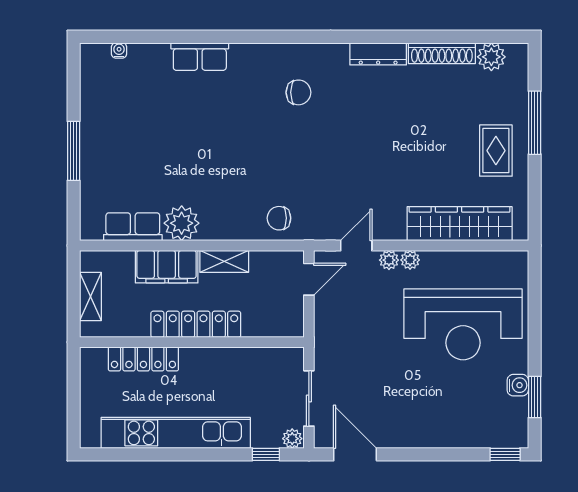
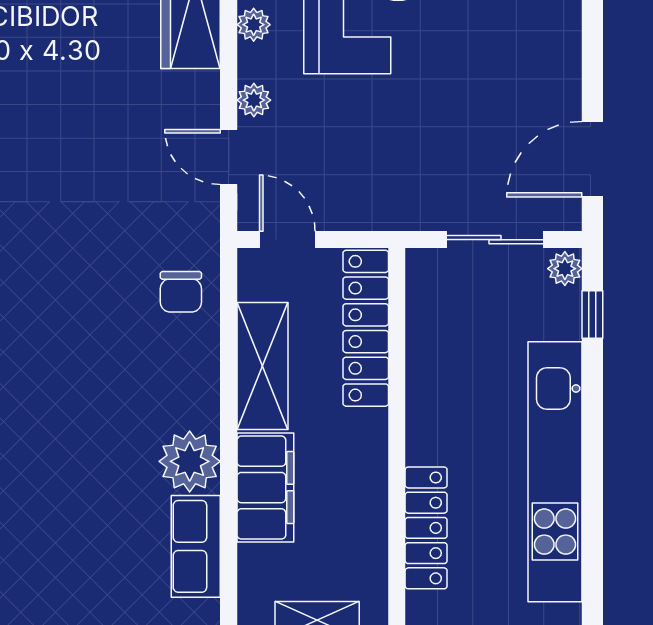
plant: (410, 260) -> (254, 25), moved
shelving: (224, 261) -> (262, 366), width x1.50, depth x1.33
locker: (196, 324) -> (366, 328), moved

